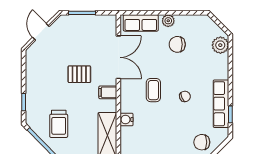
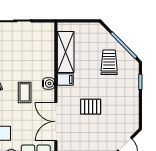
filing cabinet: (108, 92) -> (65, 80), moved
water cooler: (127, 120) -> (49, 84), moved

